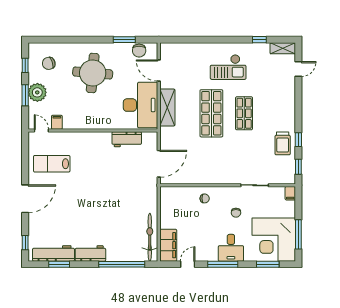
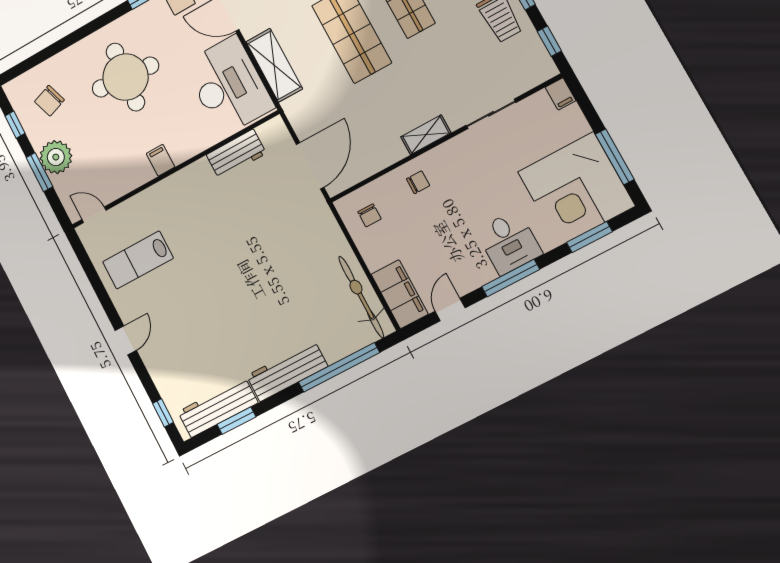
filing cabinet: (57, 122) -> (160, 160), moved
shelving: (220, 179) -> (426, 135), added
door: (25, 199) -> (126, 340), width x0.53
chair: (236, 213) -> (369, 215), moved
workbench: (90, 253) -> (287, 371), width x1.38

